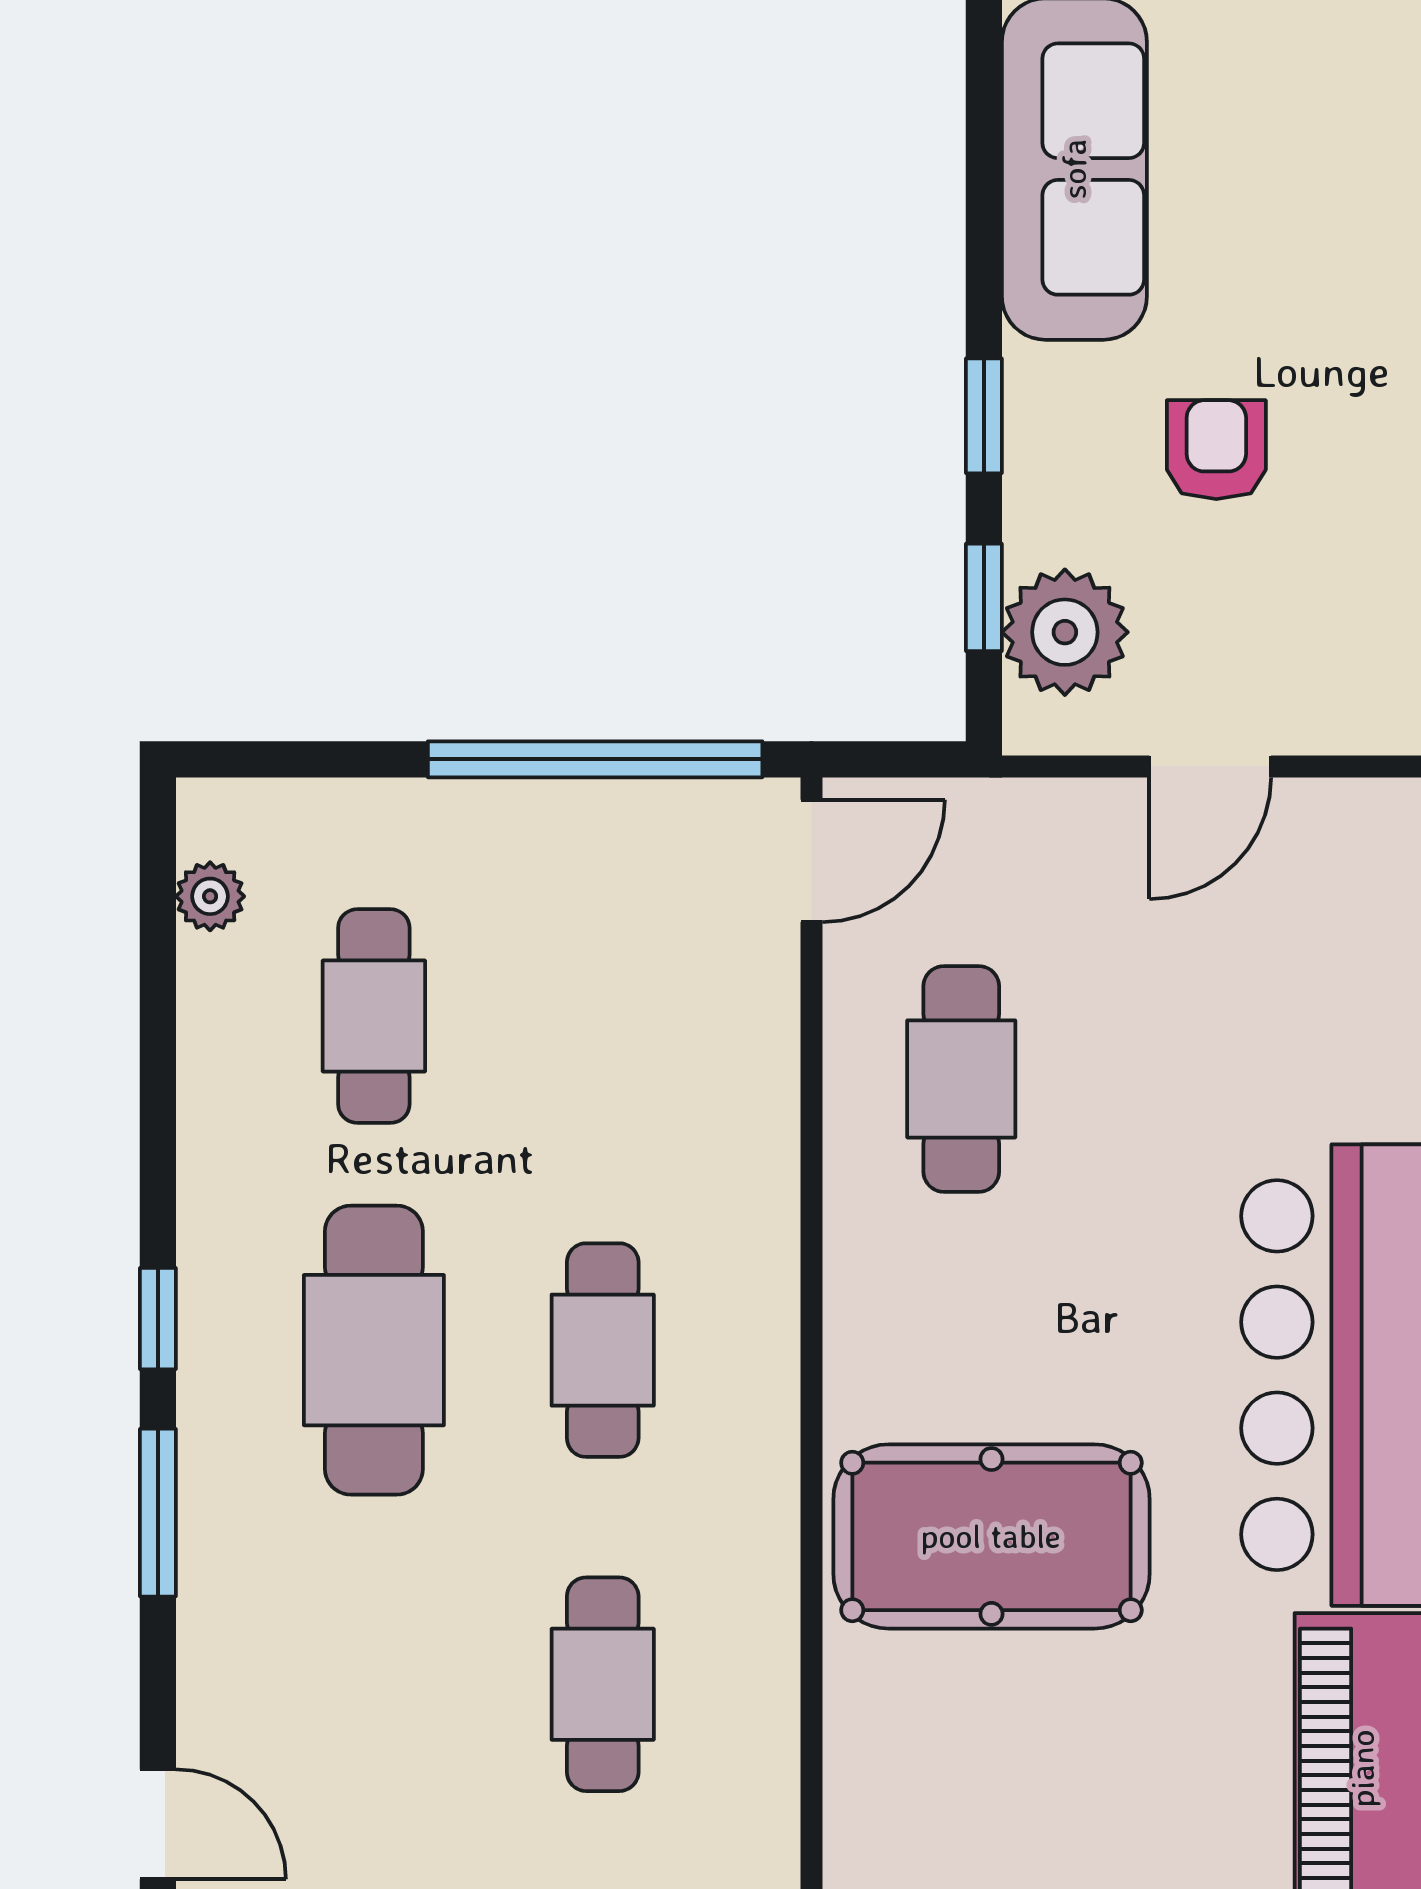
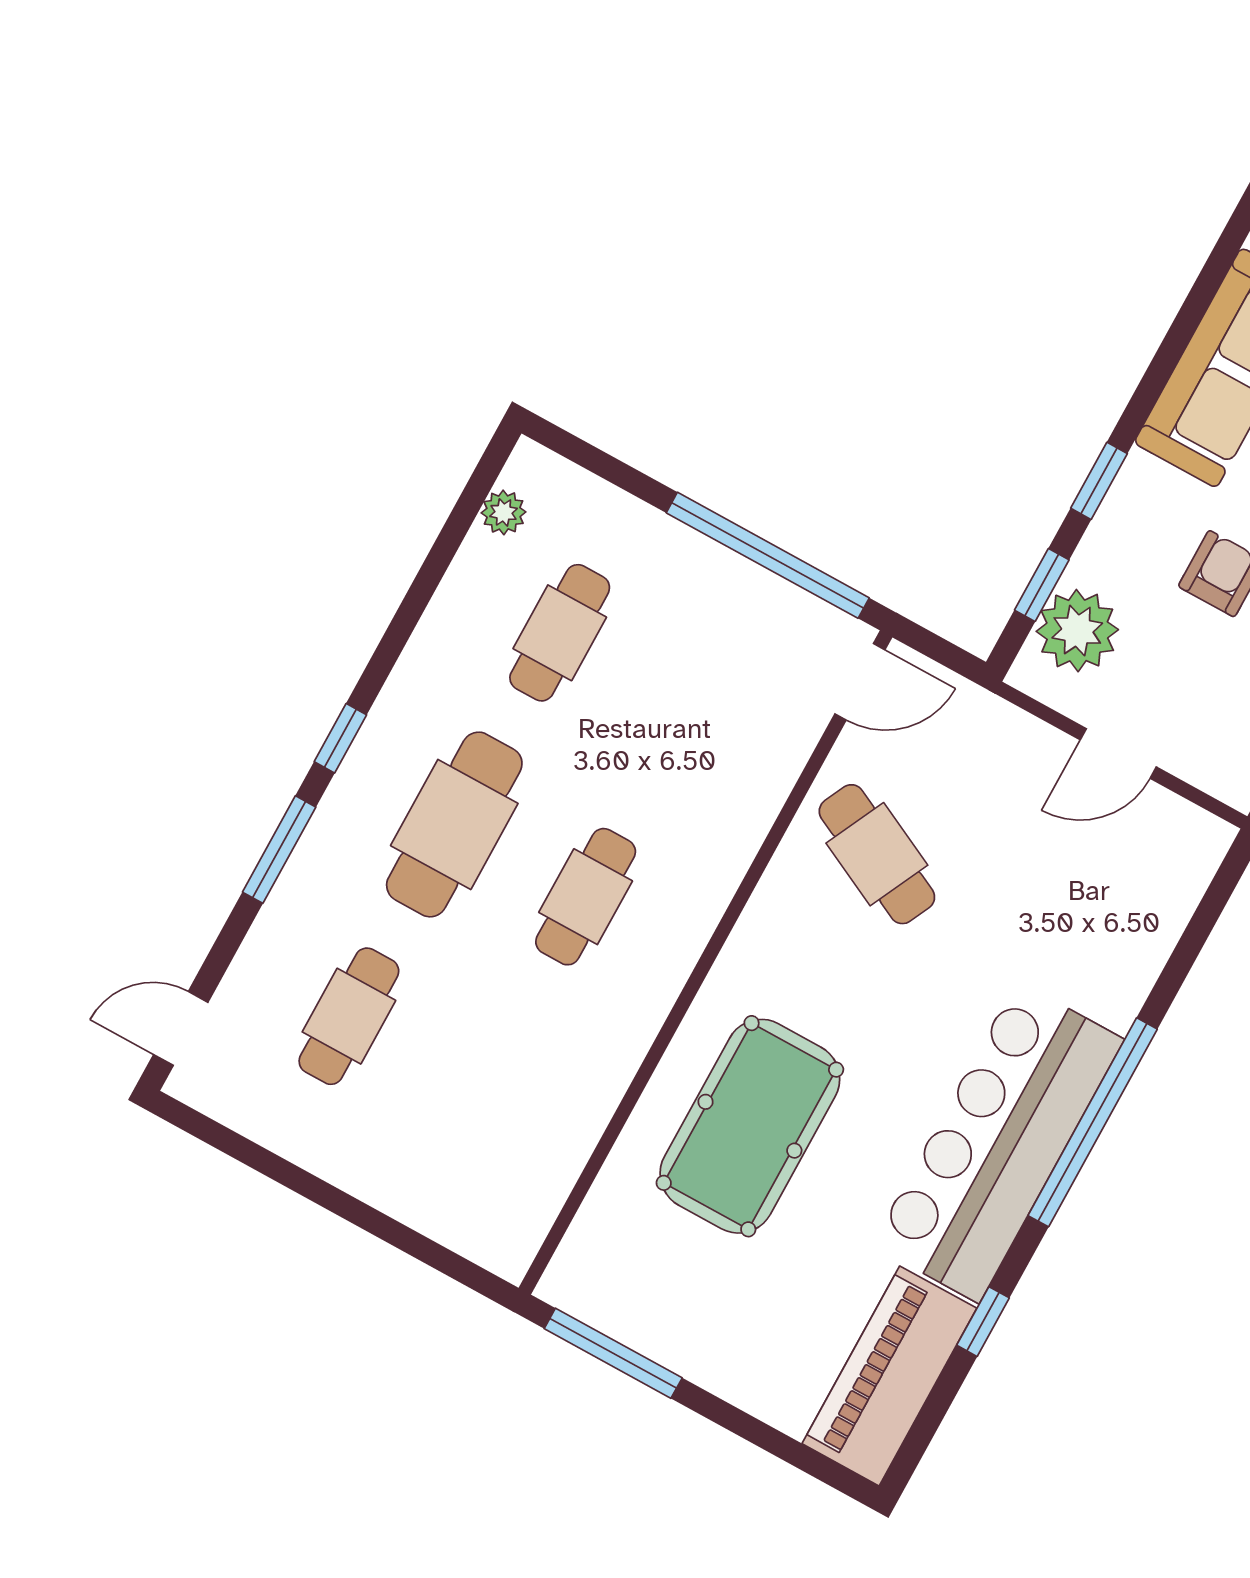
cafe table: (961, 1079) -> (877, 854), turned -64
pool table: (991, 1536) -> (750, 1126), turned 90
cafe table: (603, 1684) -> (349, 1016), moved
door: (158, 1824) -> (181, 1028), swing flipped

